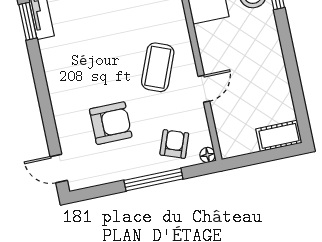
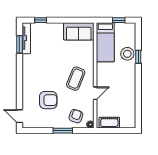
cot: (279, 136) -> (109, 123), moved
window: (153, 180) -> (63, 131), width x0.69

